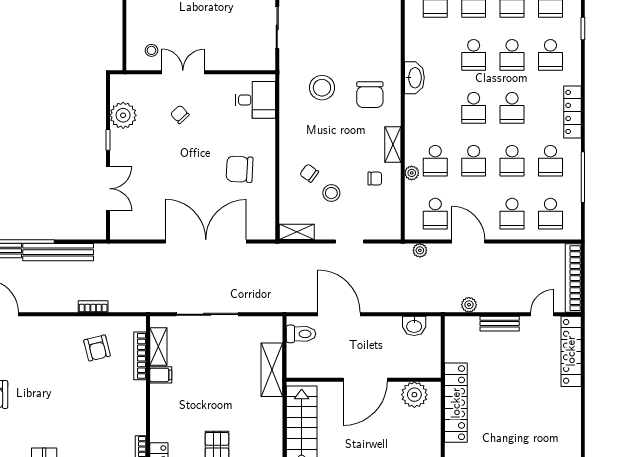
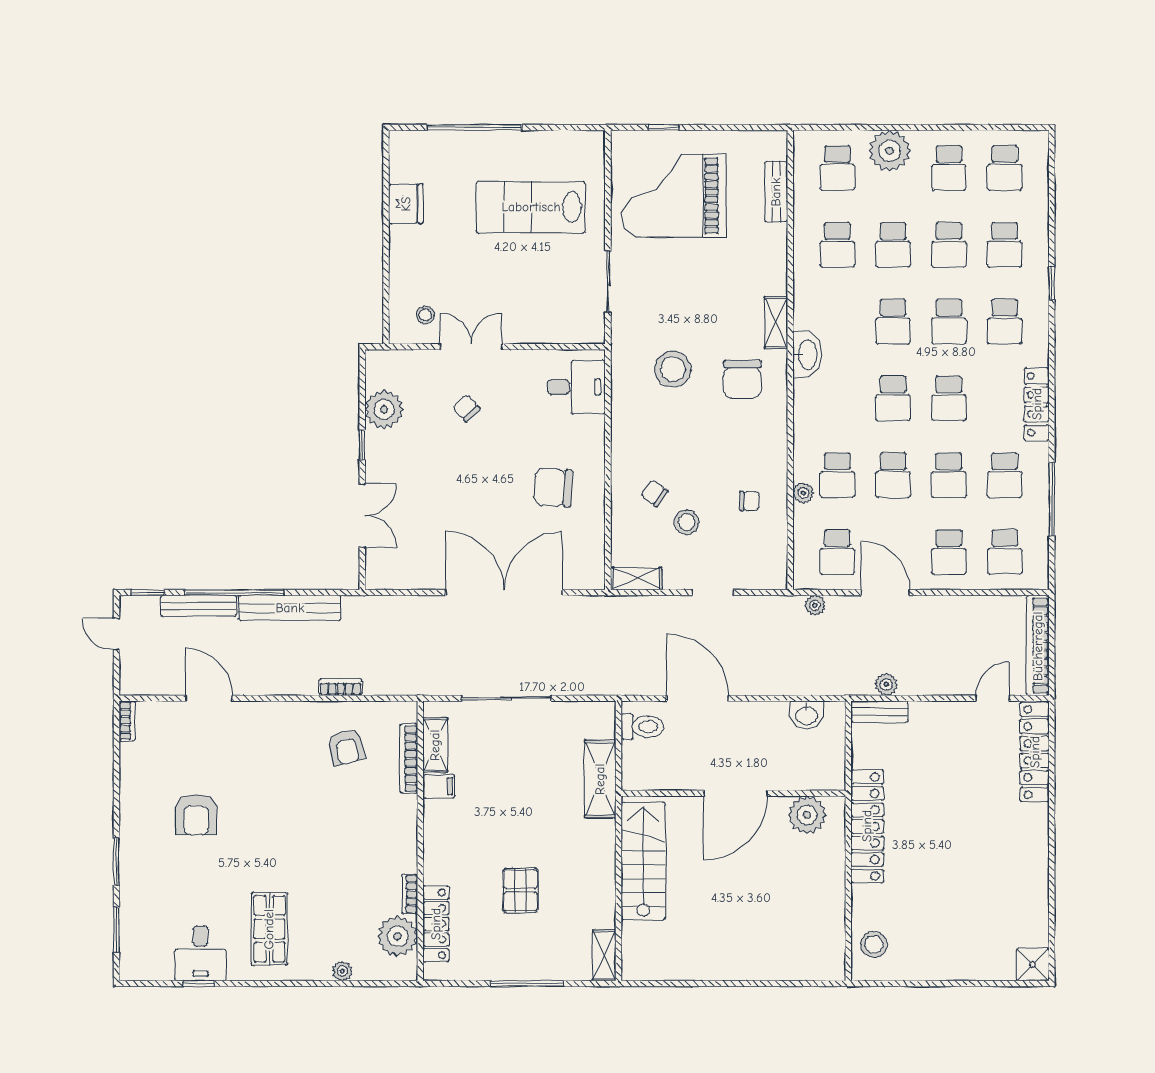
shelving: (393, 145) -> (776, 323), moved
bench: (500, 324) -> (879, 712), moved

